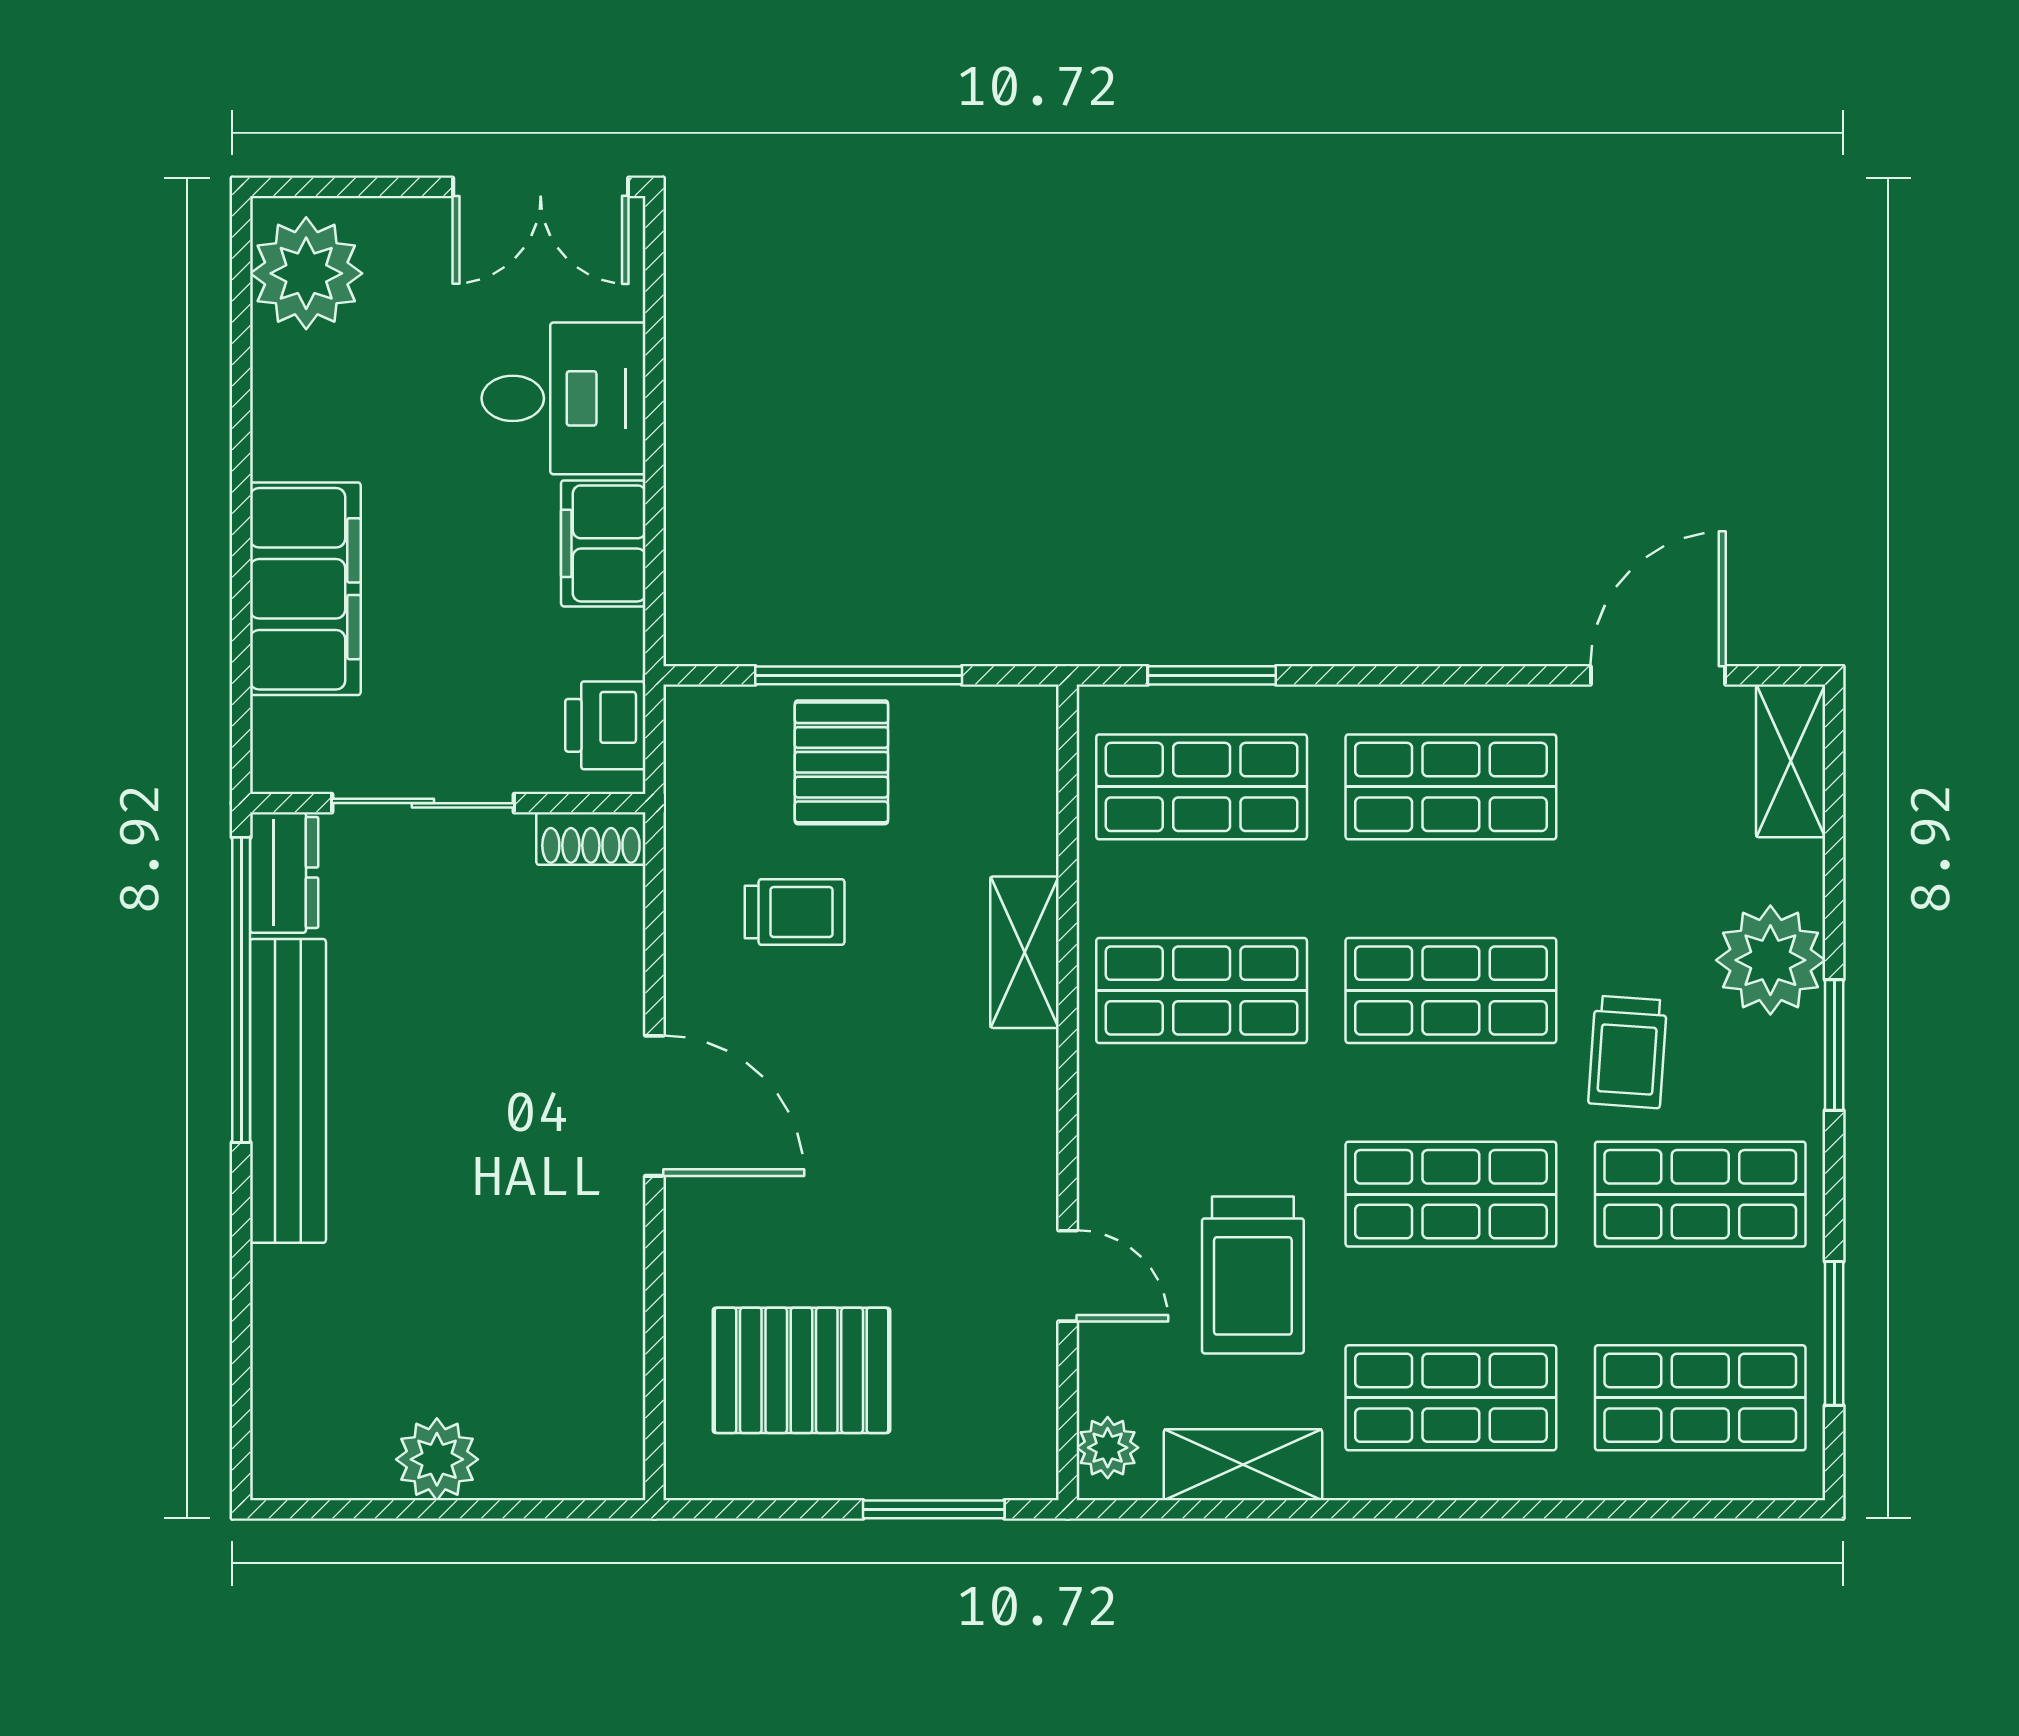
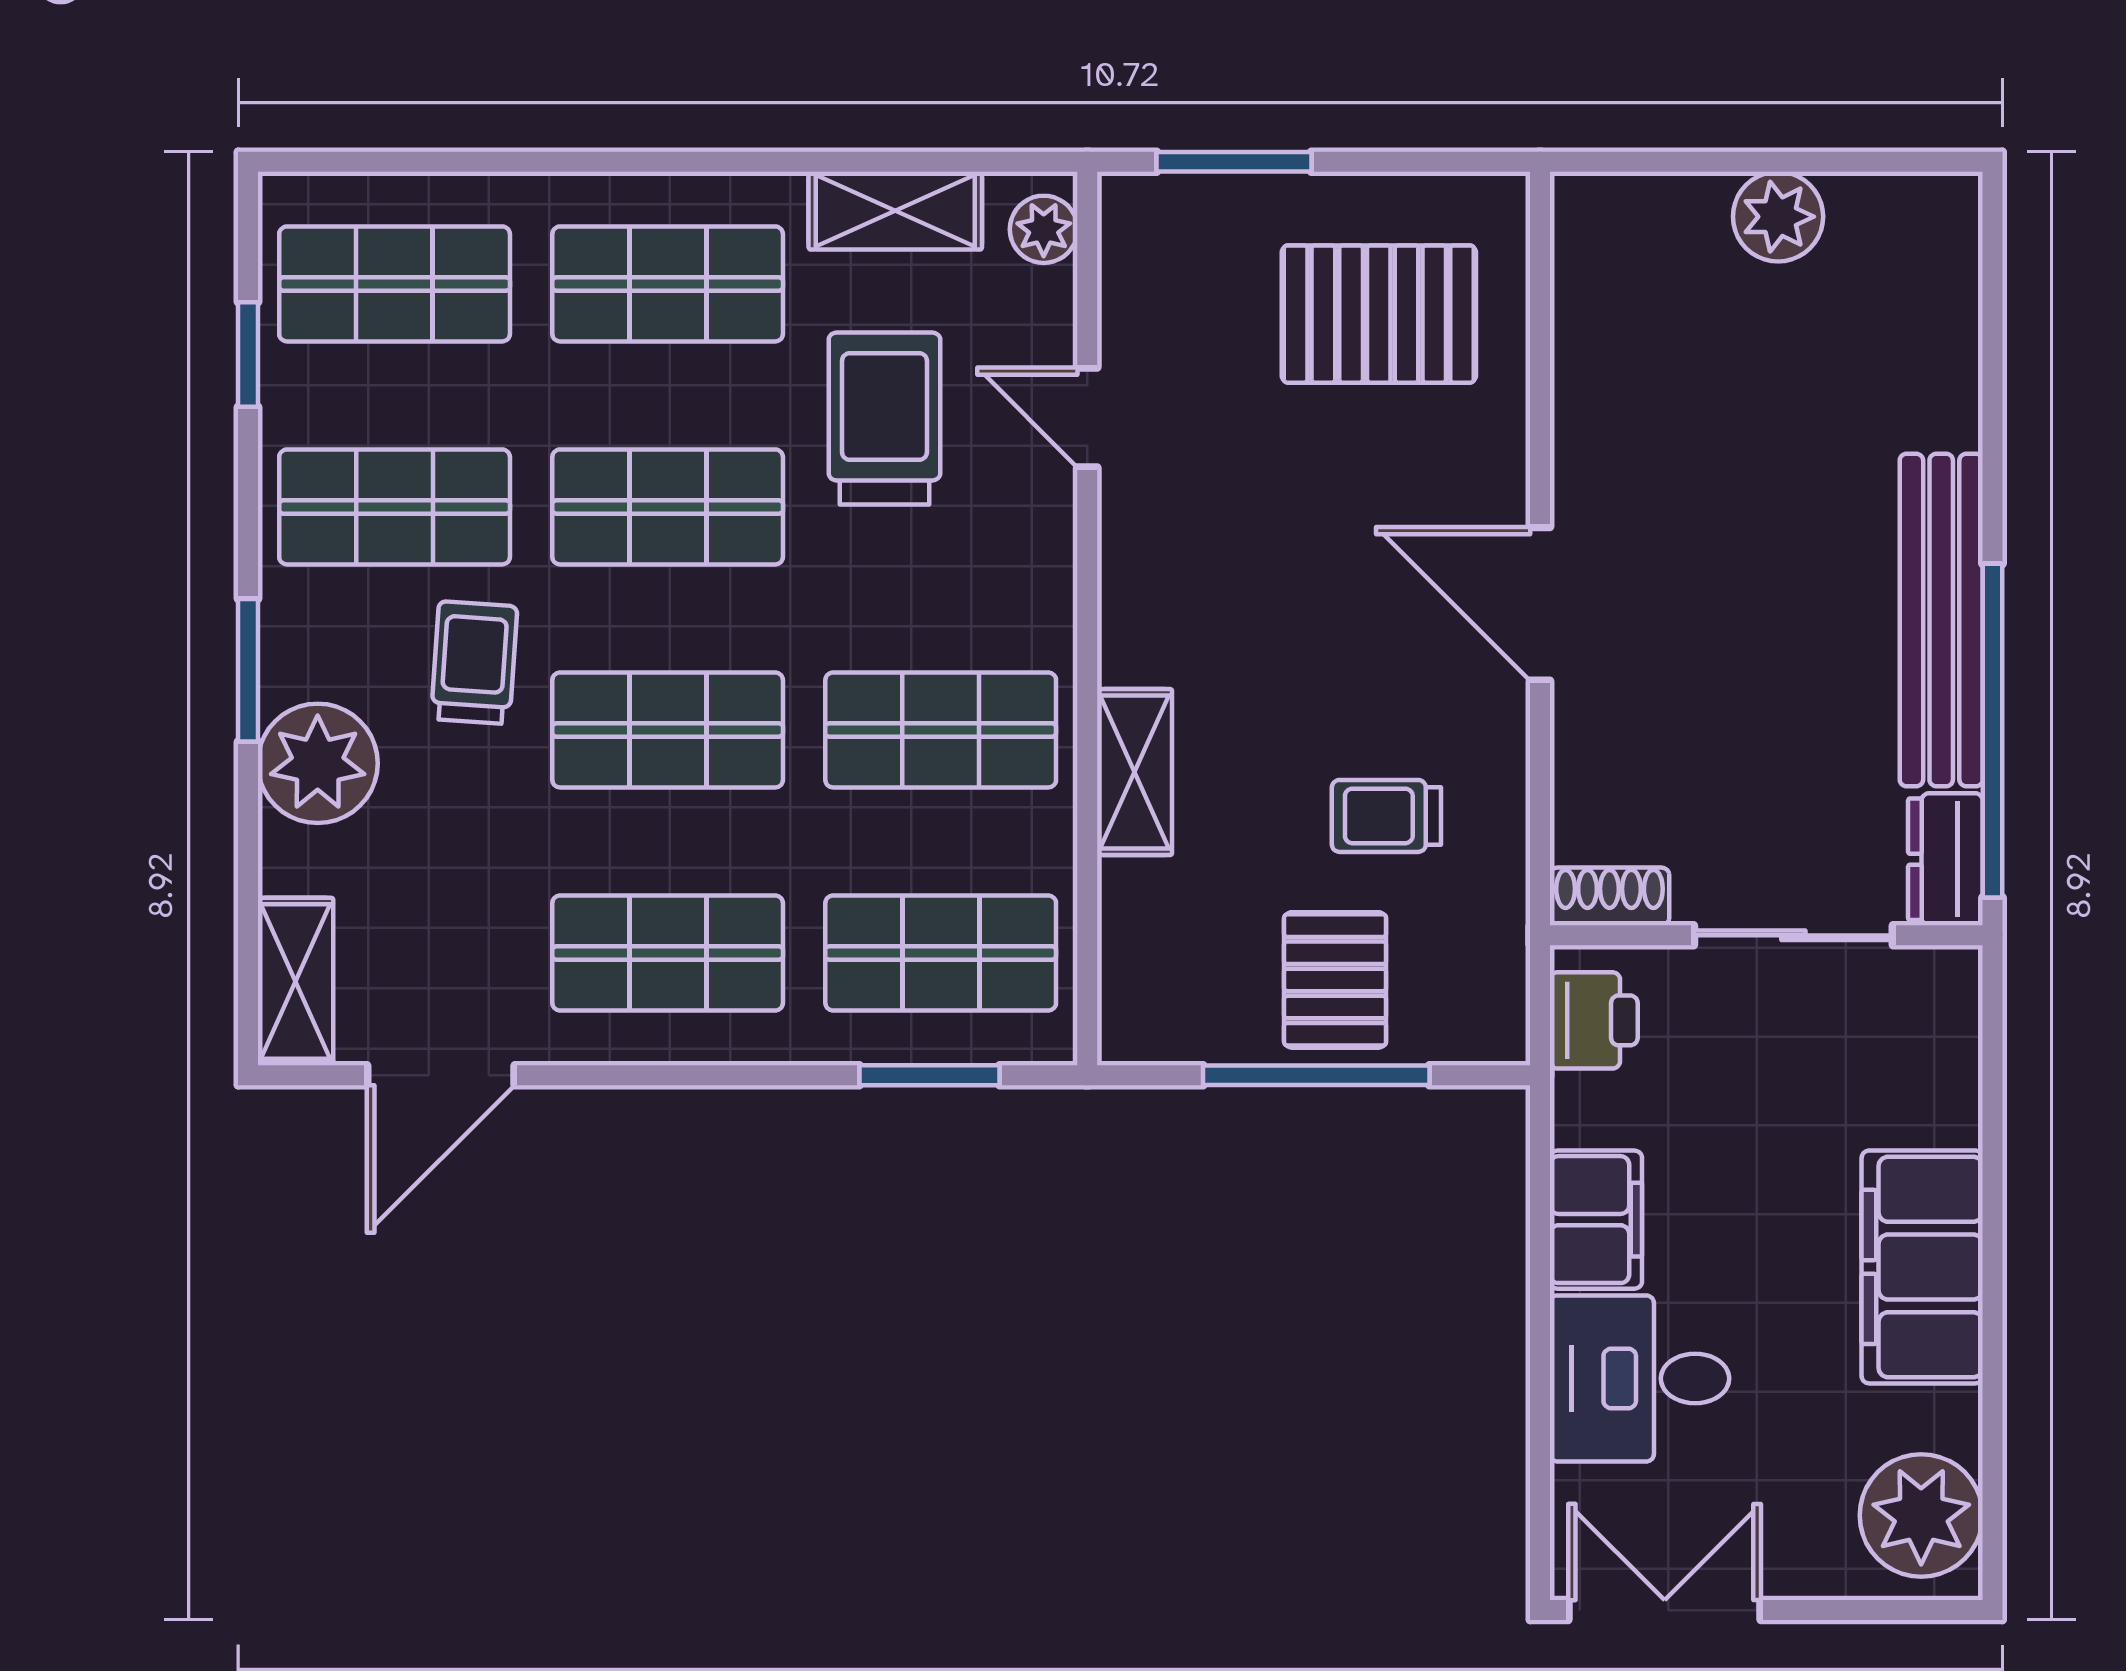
filing cabinet: (305, 589) -> (1922, 1267), moved
window: (1834, 1333) -> (248, 355), width x0.67

